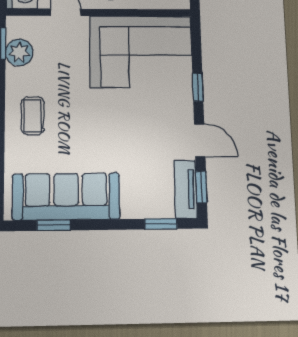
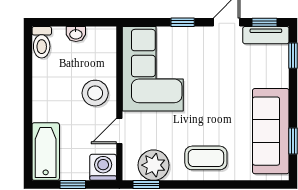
plant: (19, 52) -> (154, 165), width x1.36, depth x1.36
coffee table: (33, 116) -> (206, 158), width x1.36, depth x1.30

